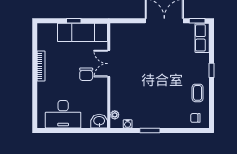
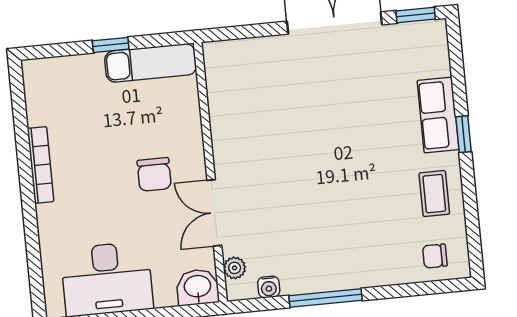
exam couch: (83, 32) -> (151, 63), width x0.73, depth x0.69
row of seats: (202, 38) -> (438, 115), moved
double door: (109, 64) -> (214, 213), moved
window: (150, 130) -> (325, 298), width x1.44

